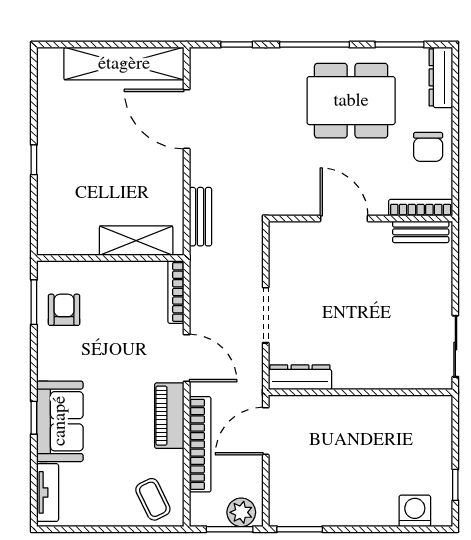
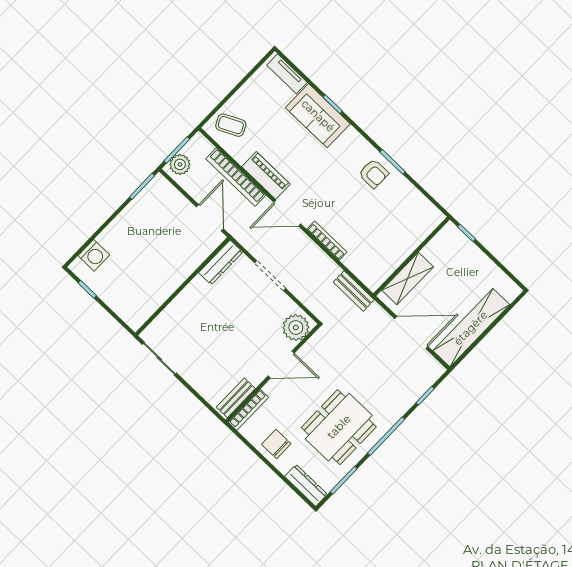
plant: (293, 239) -> (296, 327), added
shelving: (136, 241) -> (408, 279), moved
wall: (110, 258) -> (412, 256), moved

